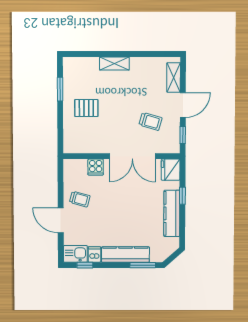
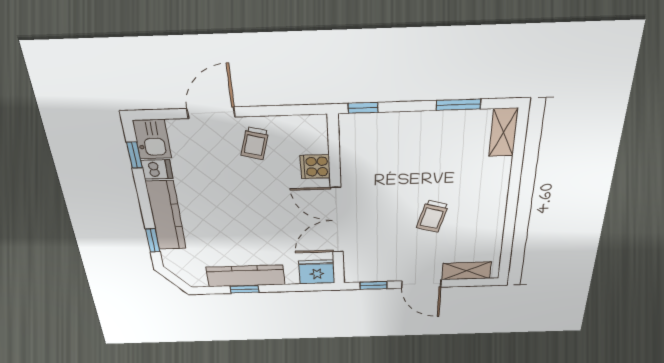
shelving: (114, 64) -> (503, 132), moved
pallet: (86, 108) -> (422, 149), removed
trolley: (151, 121) -> (432, 216), moved
window: (60, 140) -> (363, 108), added
window: (182, 196) -> (245, 289), moved
window: (143, 265) -> (153, 240), width x0.67

